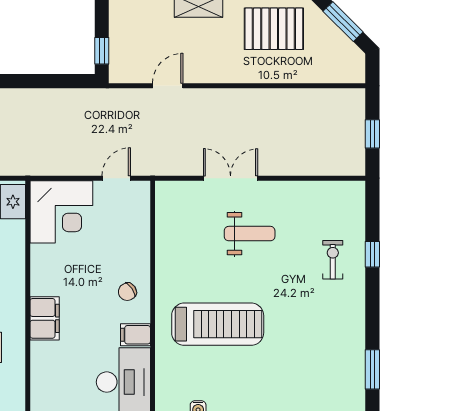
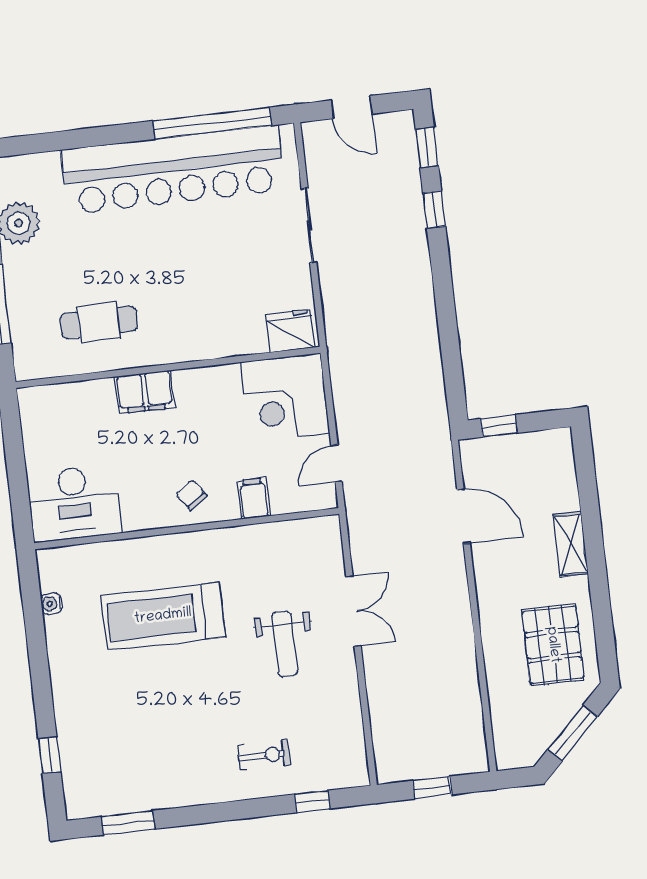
door: (168, 86) -> (464, 516), width x1.38
door: (116, 178) -> (336, 464), swing flipped
window: (372, 254) -> (312, 801), moved
treadmill: (218, 324) -> (163, 616), turned 90
filing cabinet: (136, 335) -> (254, 498), moved

